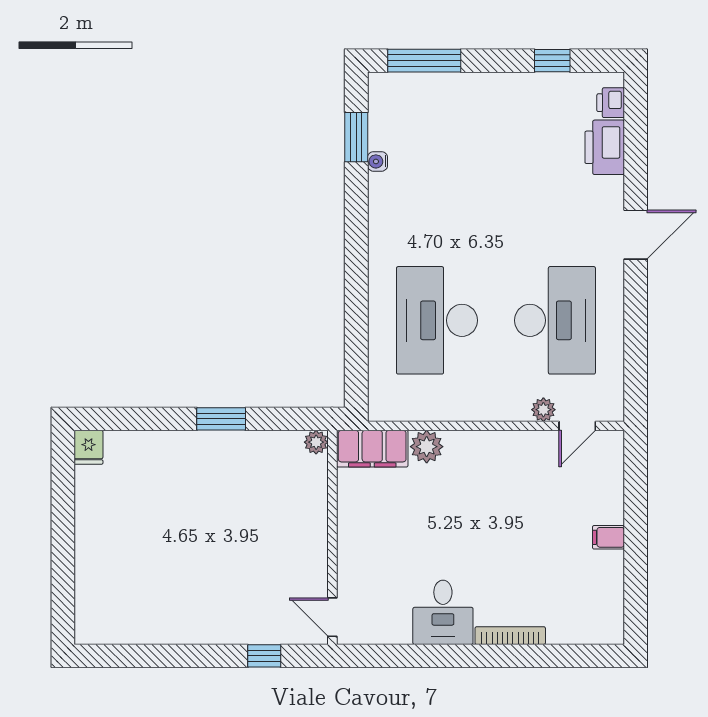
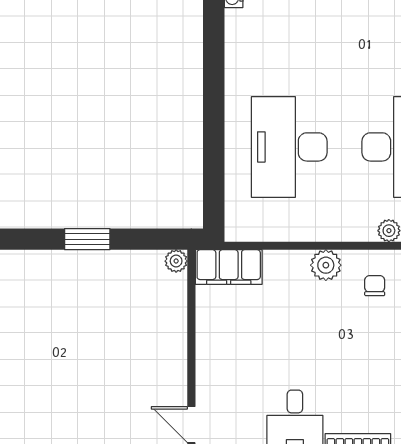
plant: (427, 447) -> (326, 265), moved
chair: (528, 469) -> (375, 286), added

